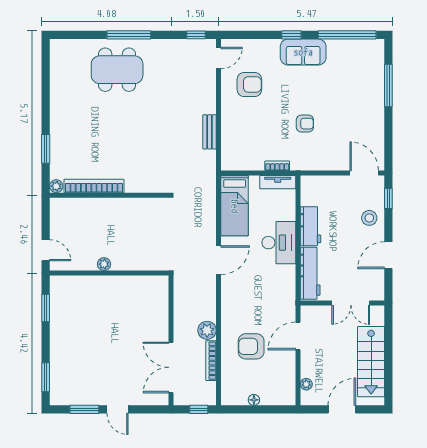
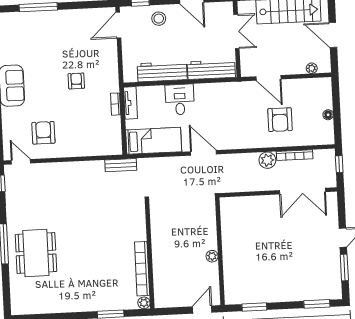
bench: (210, 132) -> (121, 165), moved
workbench: (310, 226) -> (162, 72), width x1.38
desk: (279, 243) -> (180, 100), width x0.73

